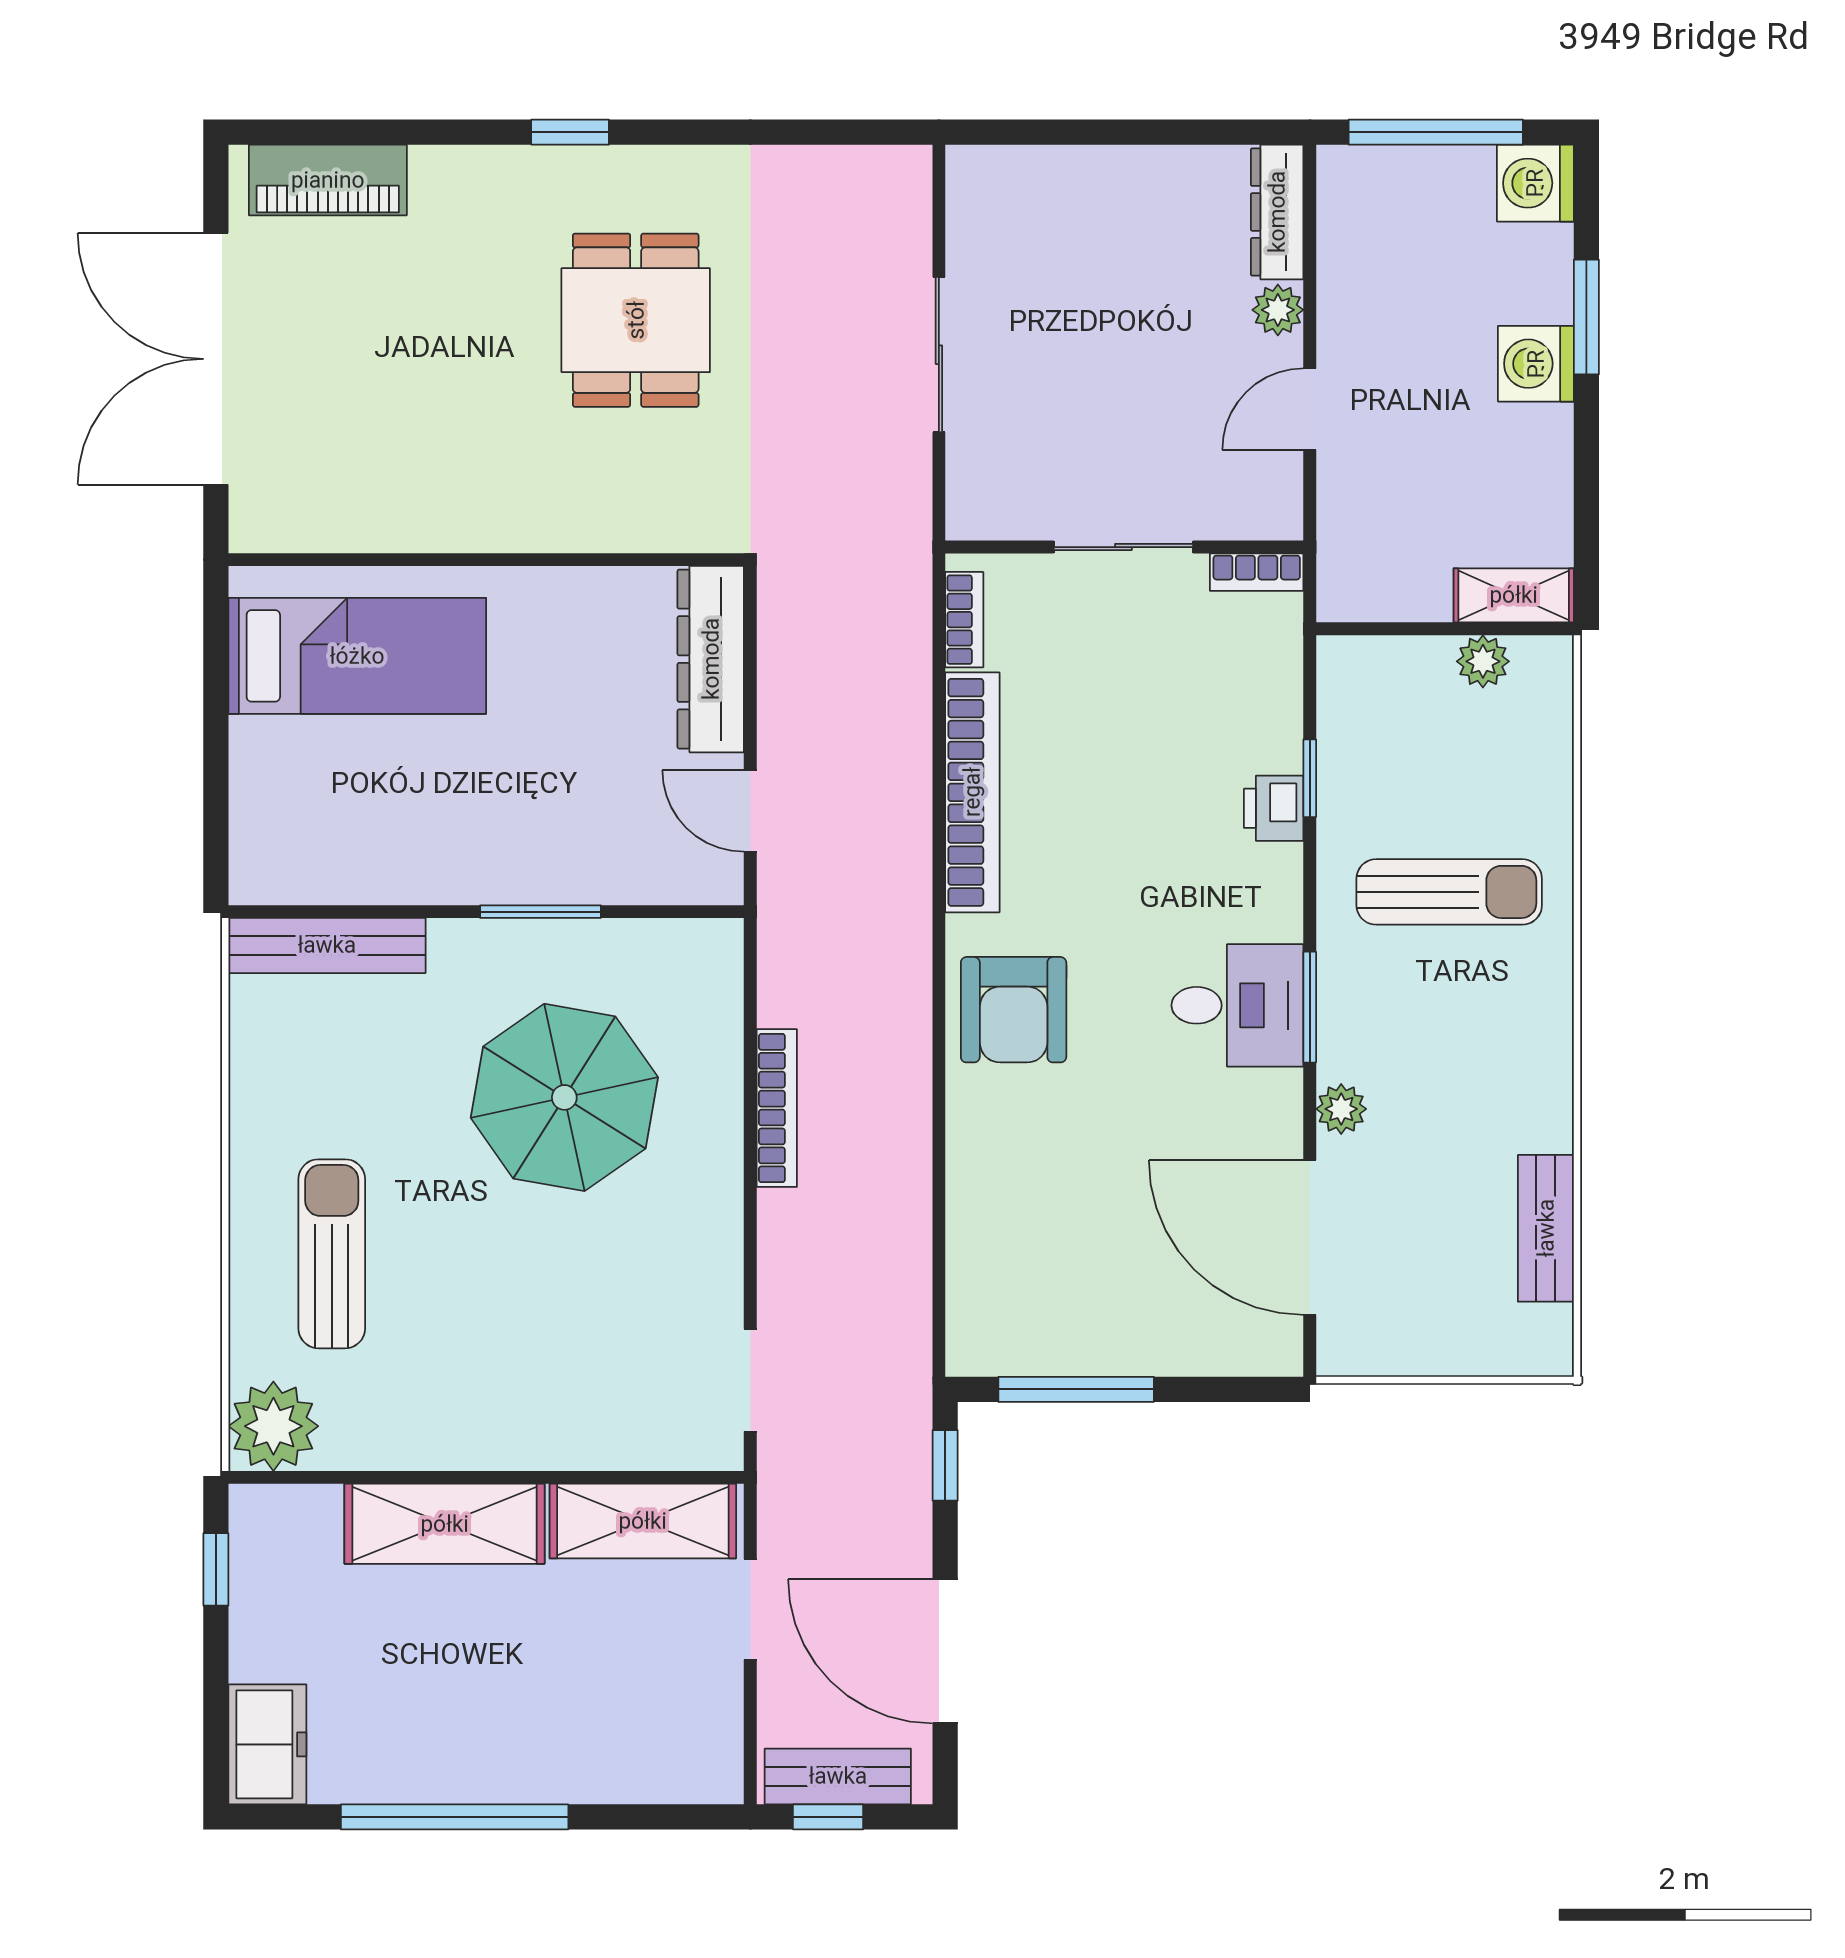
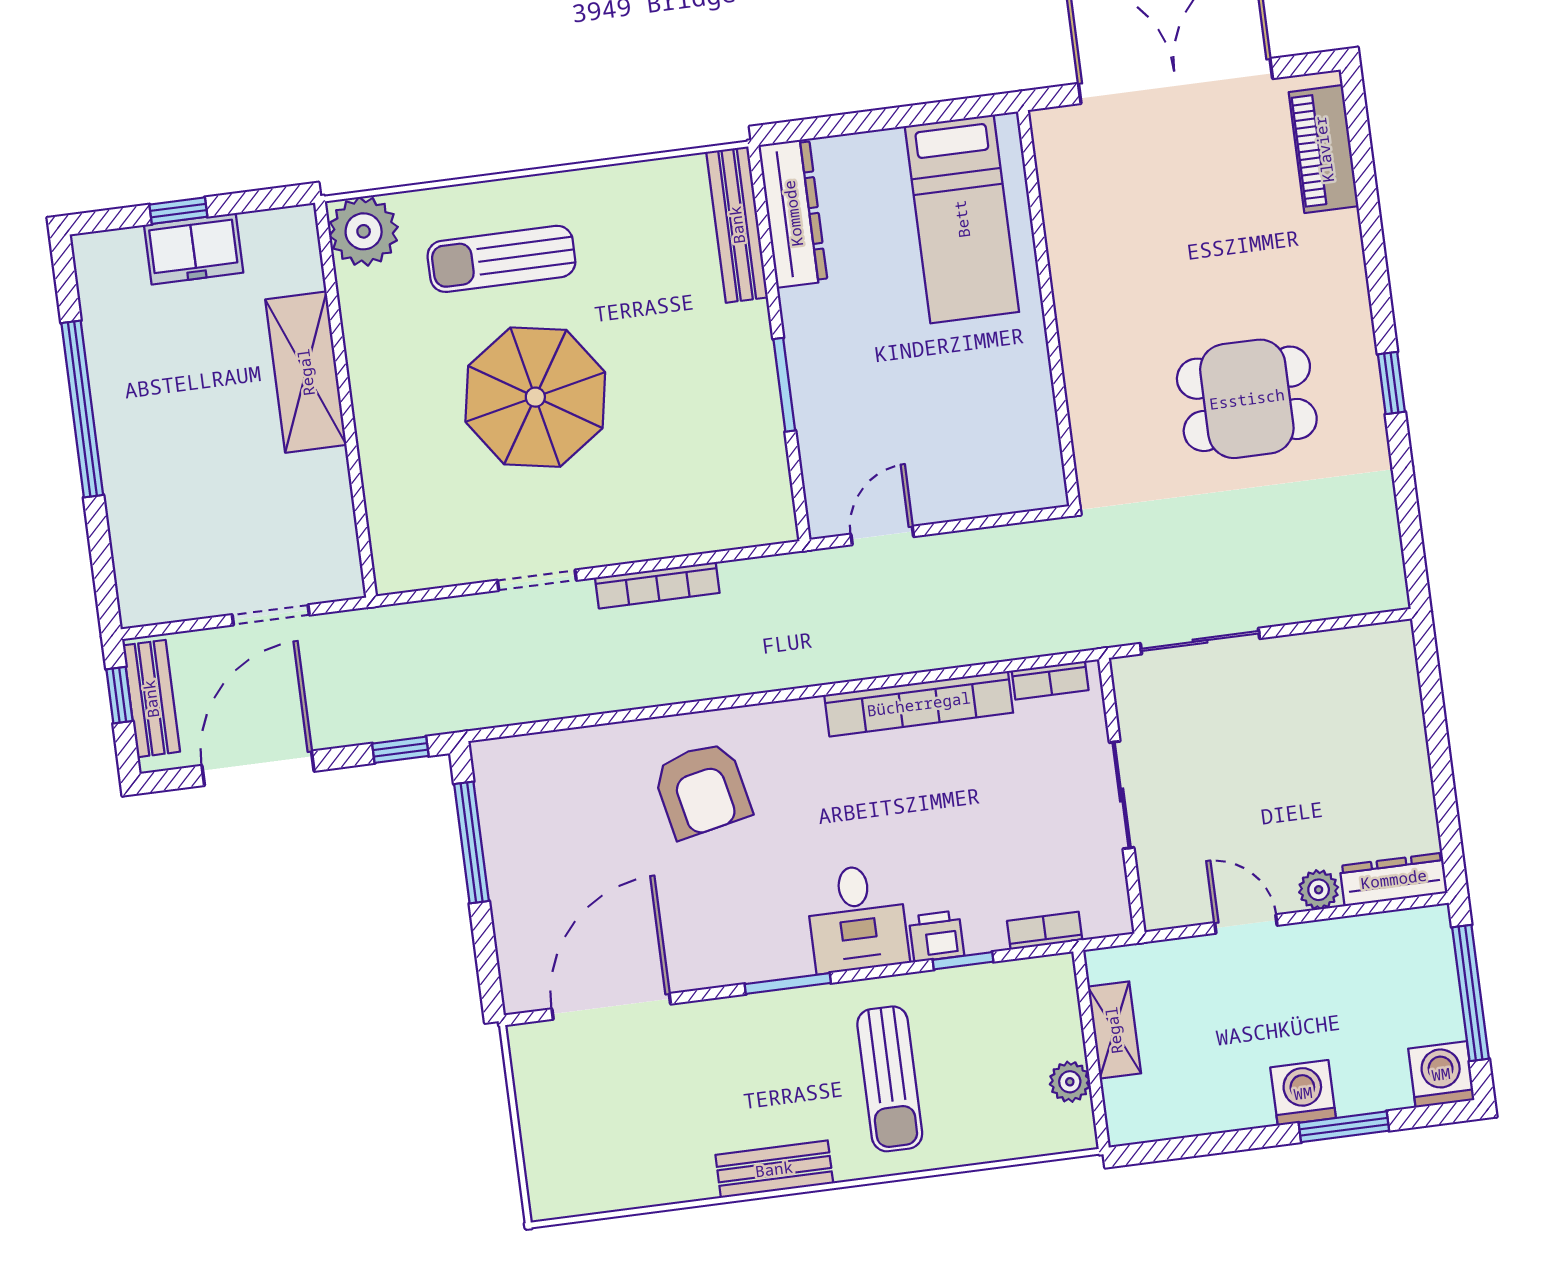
window: (570, 132) -> (1391, 383), moved
sliding door: (939, 355) -> (1200, 641), moved
bookcase: (1257, 572) -> (1045, 931), moved, turned 90
shelving: (1514, 595) -> (1114, 1030), moved
dresser: (711, 659) -> (793, 213), moved, turned 90
desk: (1237, 1005) -> (857, 918), moved
armchair: (1014, 1010) -> (702, 790), moved, turned -102
parasol: (564, 1097) -> (535, 397), moved
plant: (1341, 1109) -> (713, 1018), removed
bench: (1546, 1228) -> (774, 1169), moved
sun lounger: (332, 1254) -> (501, 259), turned 180
doorway: (750, 1380) -> (537, 580), moved
shelving: (643, 1521) -> (328, 524), removed
window: (216, 1569) -> (178, 211), moved
freezer: (267, 1744) -> (194, 249), moved

